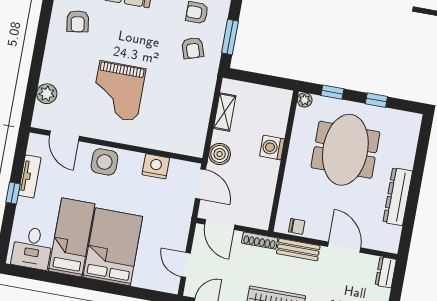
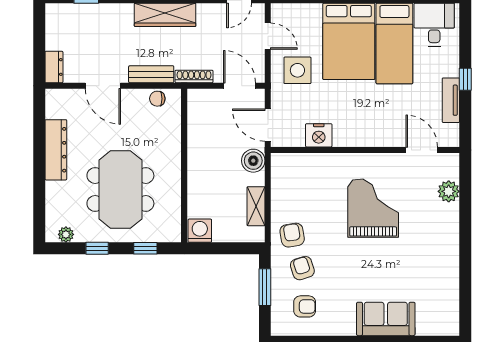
armchair: (78, 21) -> (292, 235), moved
plant: (305, 100) -> (66, 234), moved
washing machine: (272, 147) -> (200, 231), moved, turned -90
side table: (104, 162) -> (297, 70), moved

